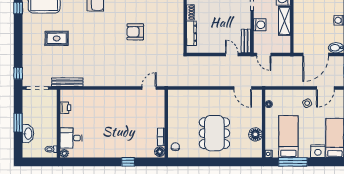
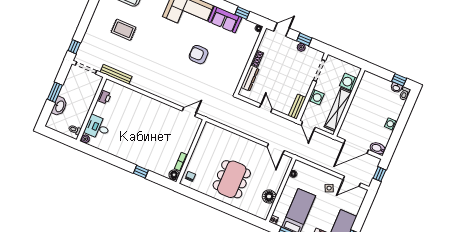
shelving: (284, 21) -> (338, 109), width x1.47
door: (232, 55) -> (266, 108), moved

